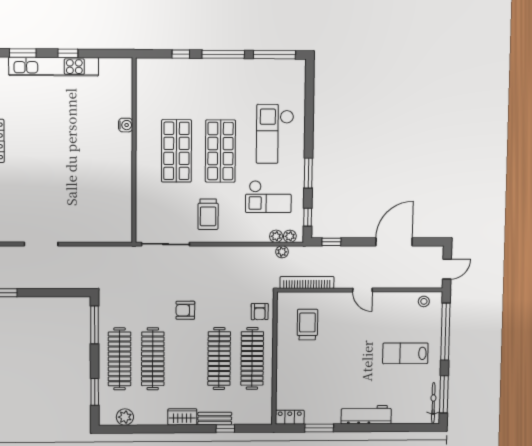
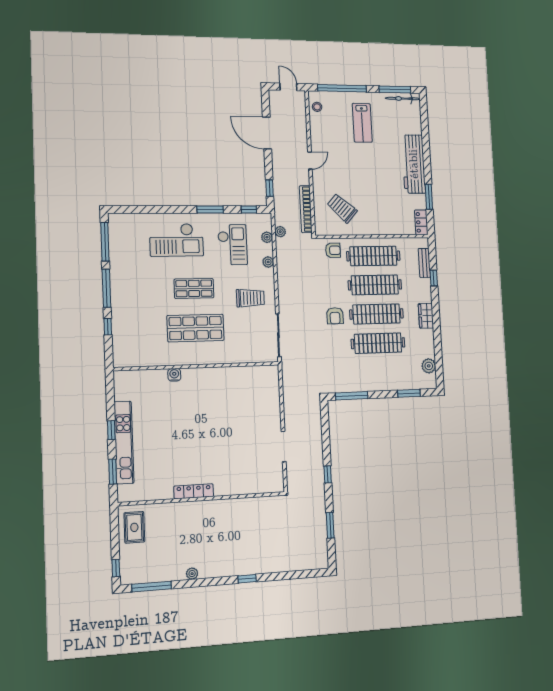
shop shelf: (220, 151) -> (194, 288), width x0.70, depth x0.74
plant: (290, 236) -> (268, 262), moved
trolley: (307, 325) -> (342, 208), turned 42
clothes rail: (120, 359) -> (376, 314), moved
workbench: (366, 415) -> (414, 164), width x1.36, depth x1.32
bench: (215, 419) -> (424, 263), moved

